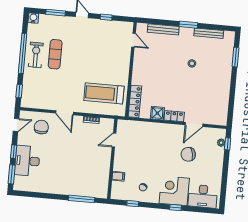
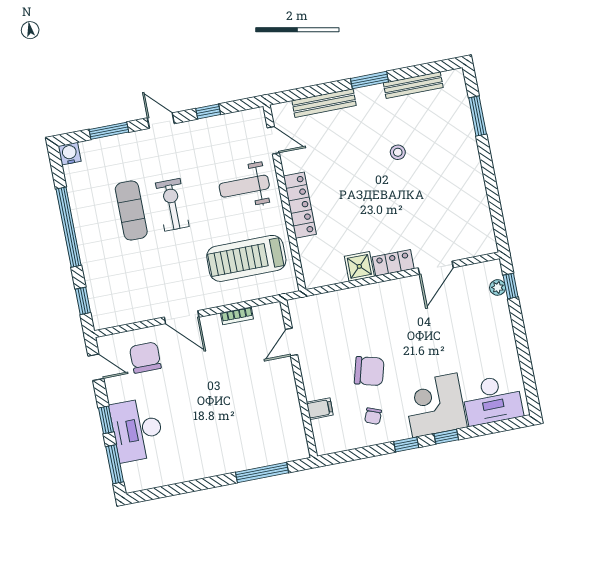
exercise bike: (36, 55) -> (172, 205), moved
weight bench: (113, 58) -> (244, 186), added
locker: (135, 101) -> (300, 205), moved
door: (16, 125) -> (96, 367), hinge flipped
chair: (188, 154) -> (369, 371), moved, turned -153
window: (133, 204) -> (406, 444), moved

